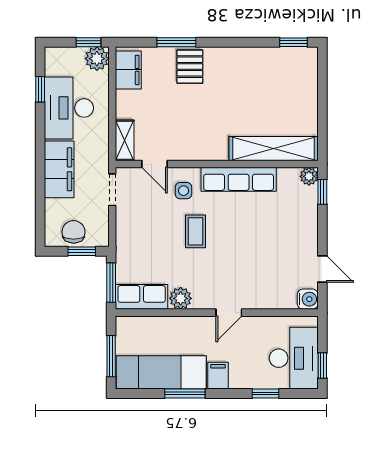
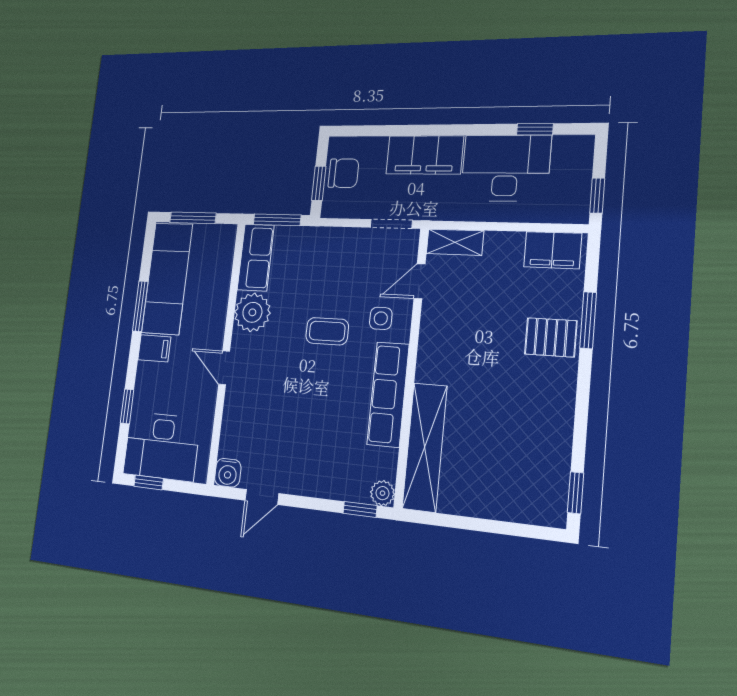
plant: (97, 59) -> (572, 207), removed
plant: (181, 298) -> (252, 312), width x1.36, depth x1.36

